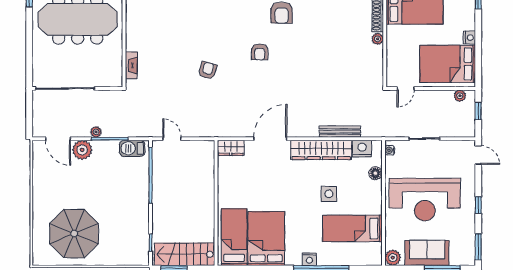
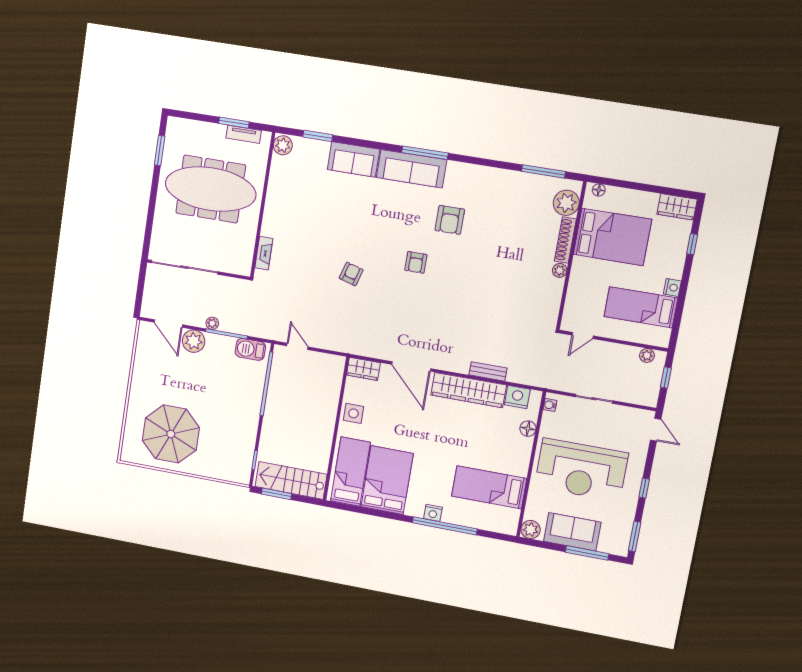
bed: (448, 64) -> (641, 307), width x0.67
bench: (340, 132) -> (488, 371), width x0.73
door: (270, 139) -> (411, 366), swing flipped
side table: (329, 194) -> (353, 413), moved

